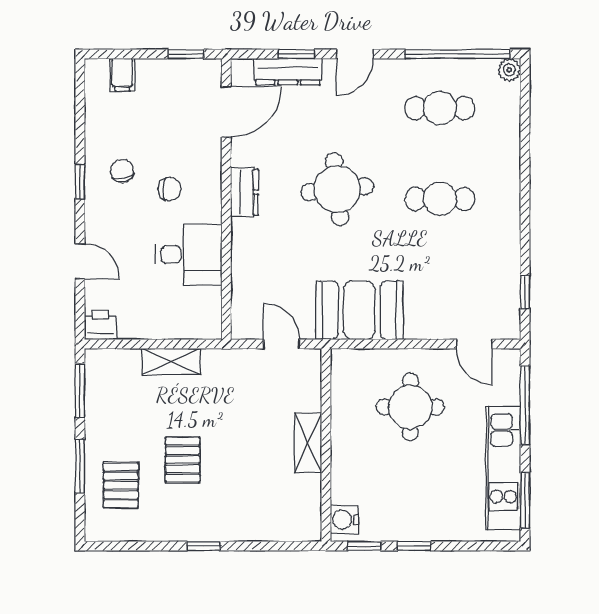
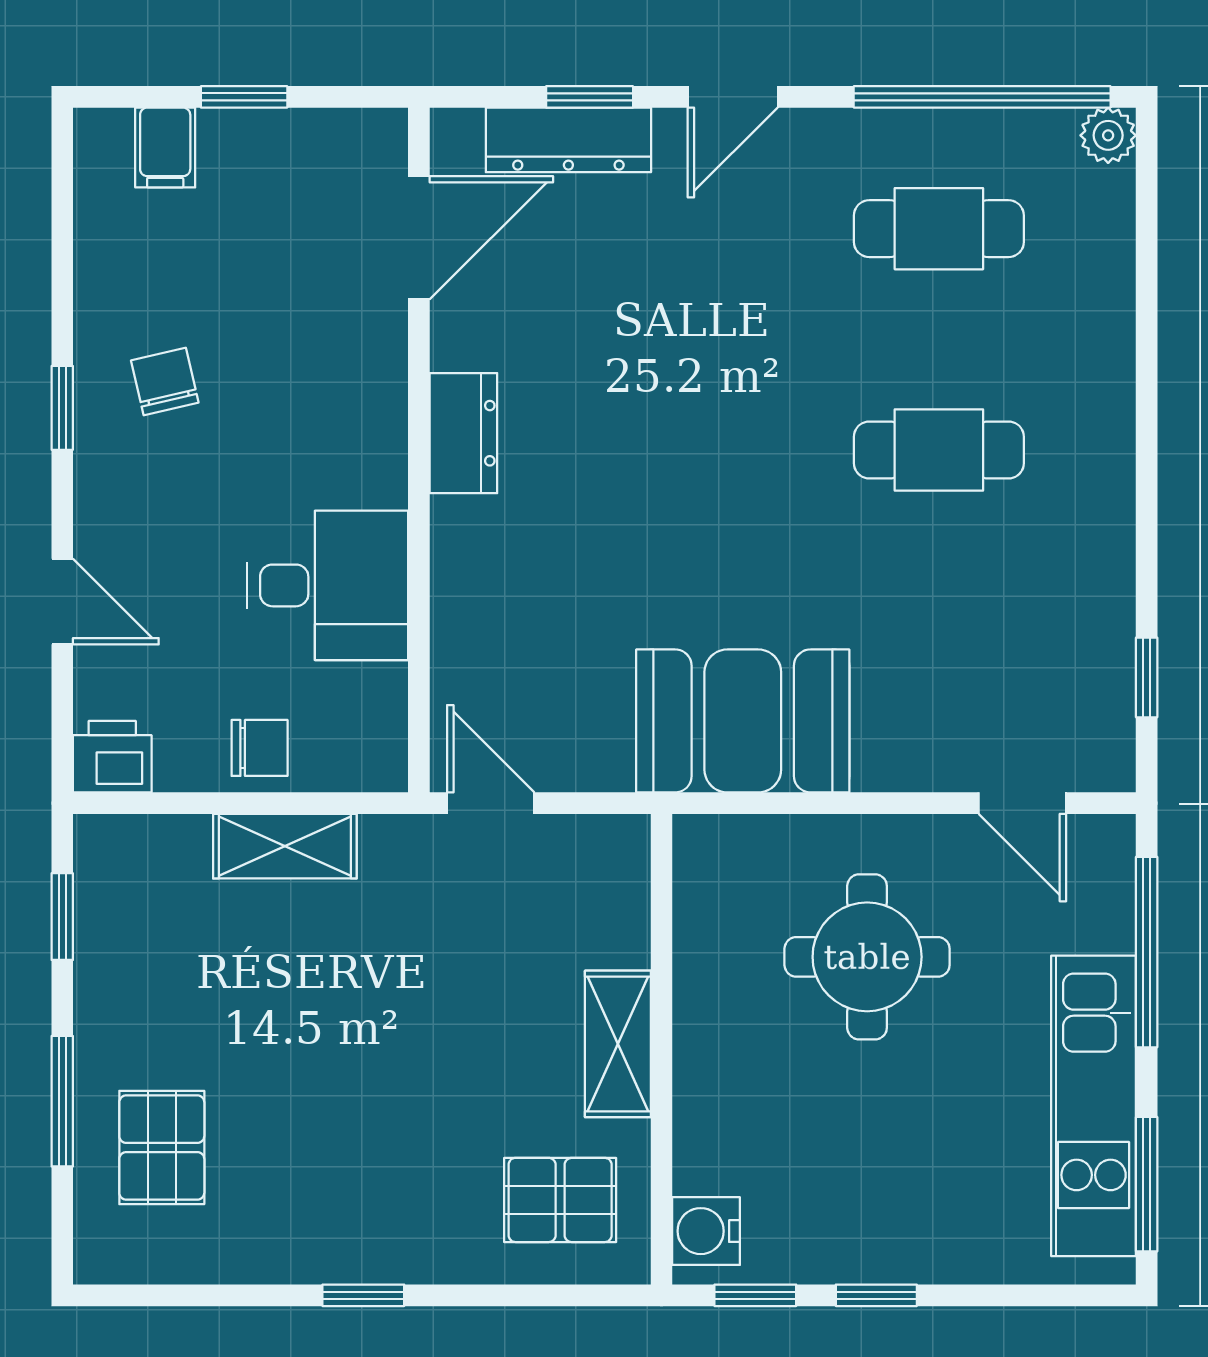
window: (186, 54) -> (244, 97), moved
chair: (170, 189) -> (260, 748), moved
round table: (337, 189) -> (689, 426), removed
door: (281, 344) -> (491, 803), moved
window: (80, 390) -> (62, 917), width x0.67
pallet: (183, 460) -> (560, 1200), moved, turned 90

